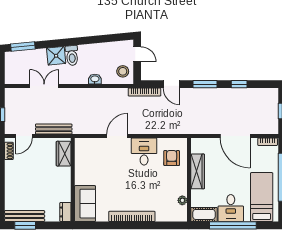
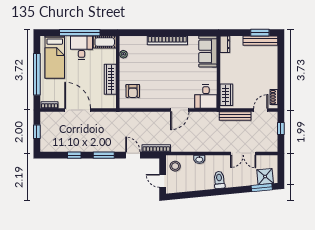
shower: (56, 56) -> (265, 177), moved
desk: (144, 152) -> (206, 97), moved

